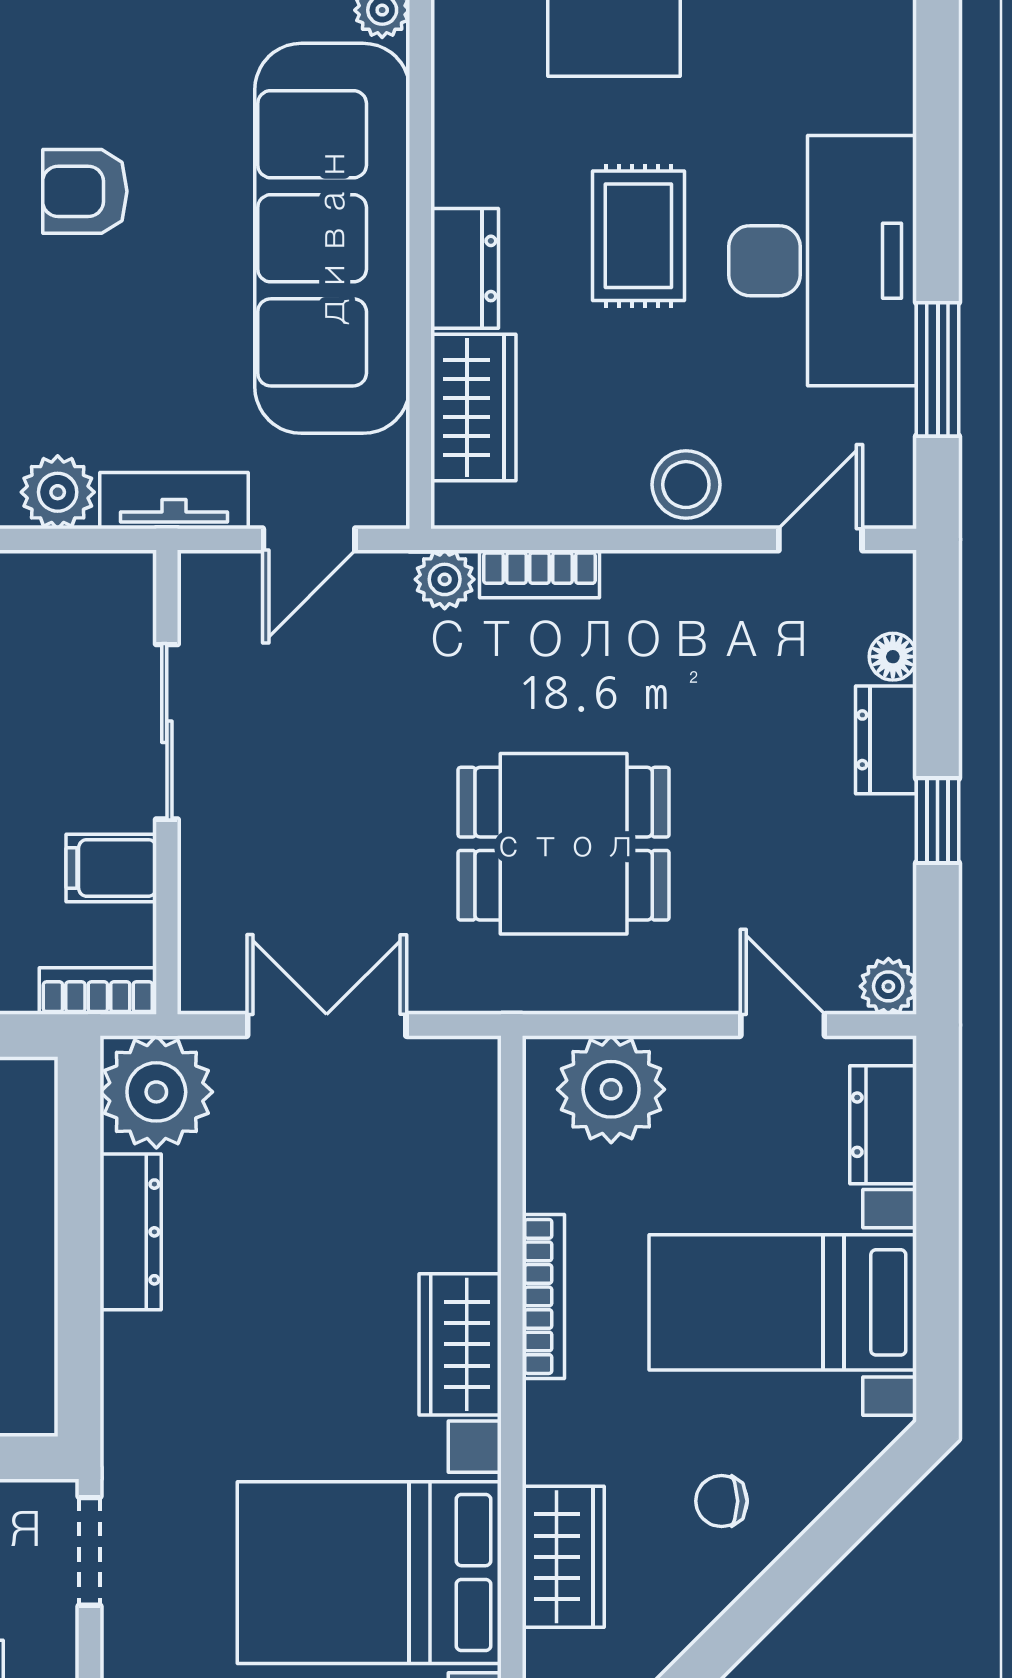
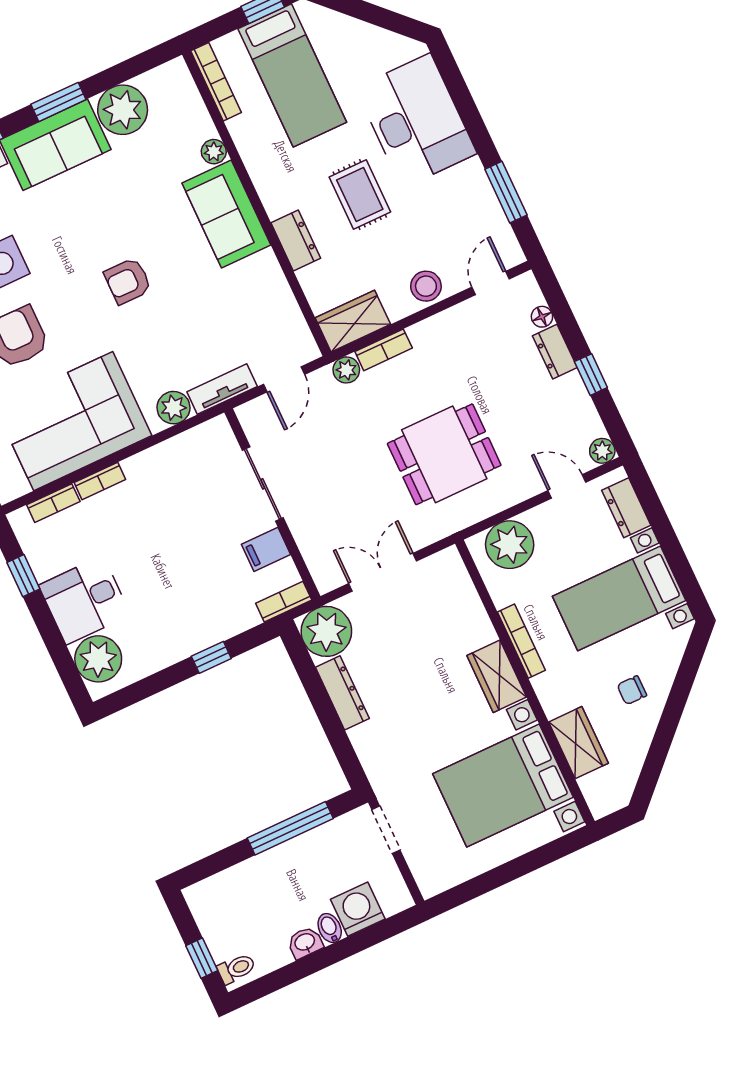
sofa: (332, 238) -> (226, 214), width x0.54, depth x0.79
desk: (823, 261) -> (416, 121), moved
wardrobe: (473, 408) -> (353, 321), moved, turned -90

